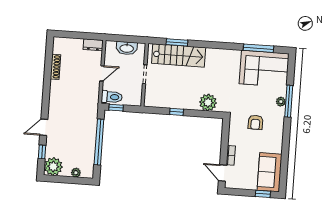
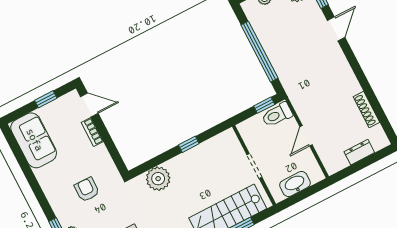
dresser: (93, 45) -> (359, 152), moved
window: (263, 194) -> (46, 99), moved

